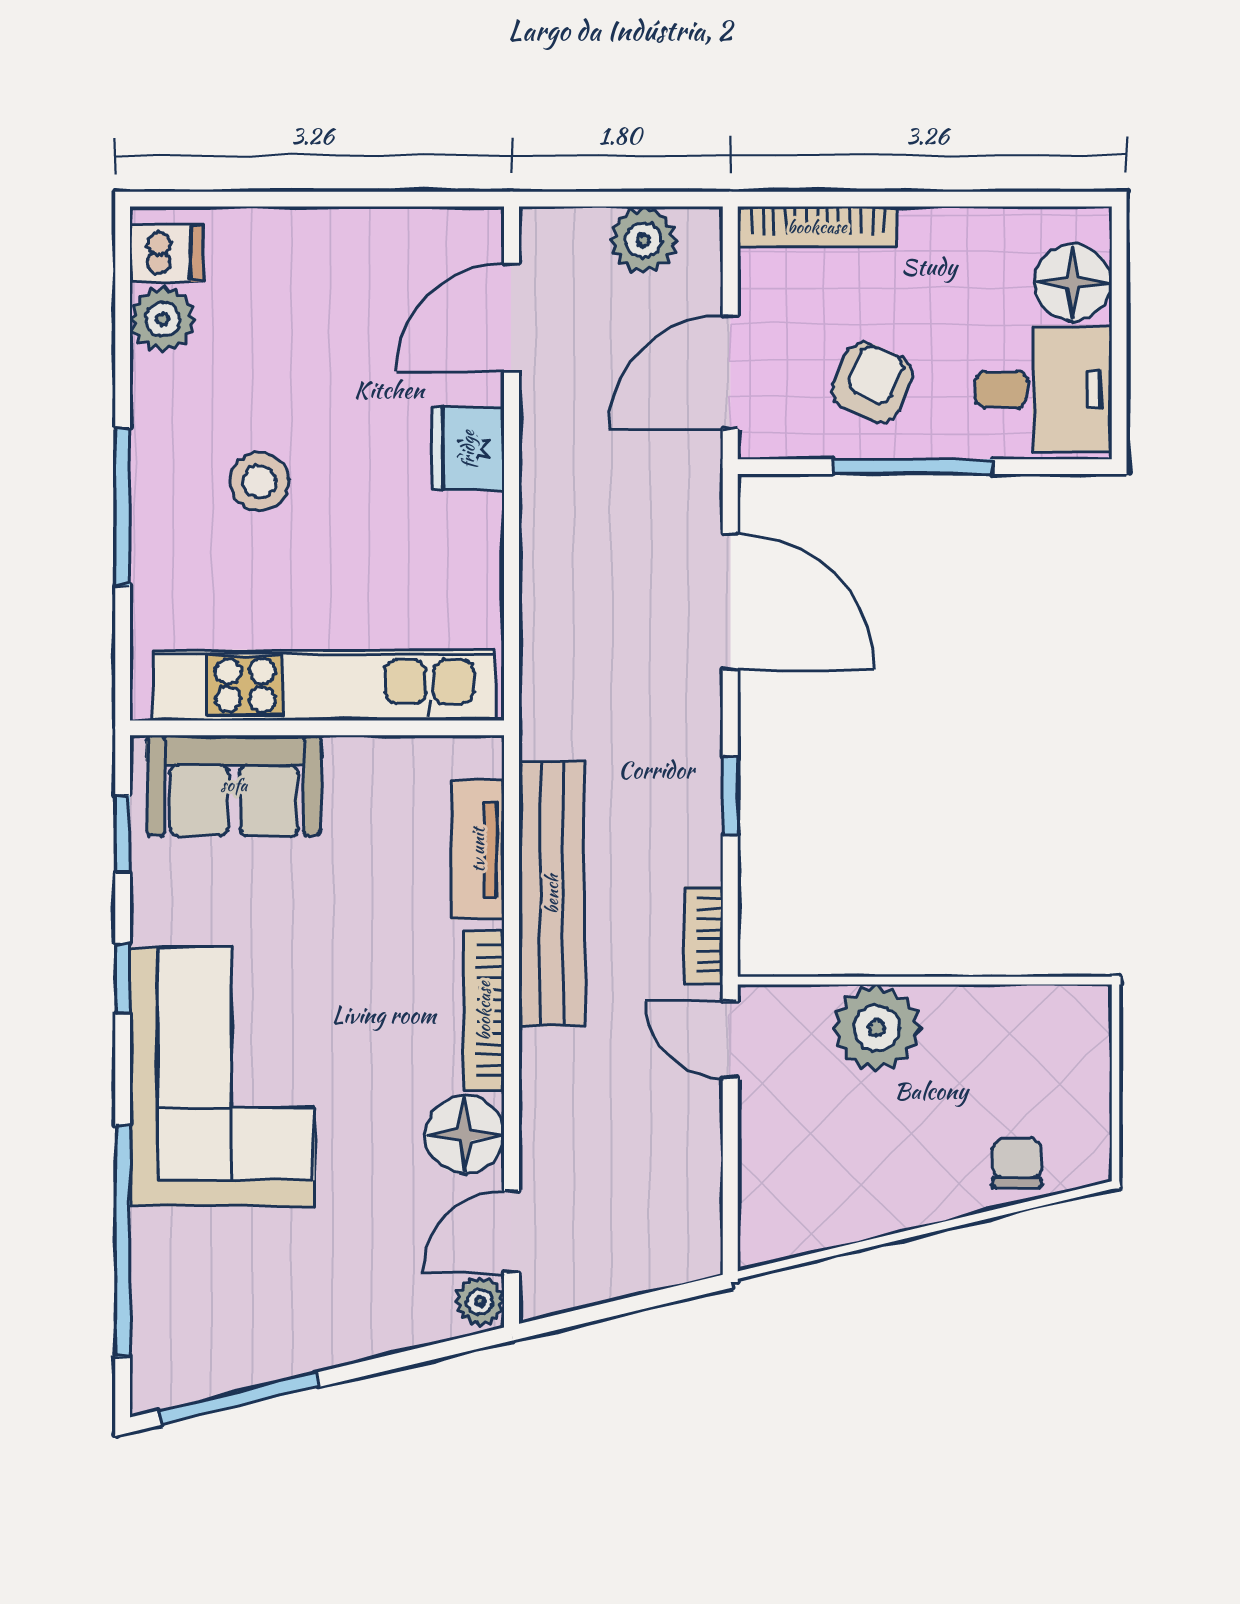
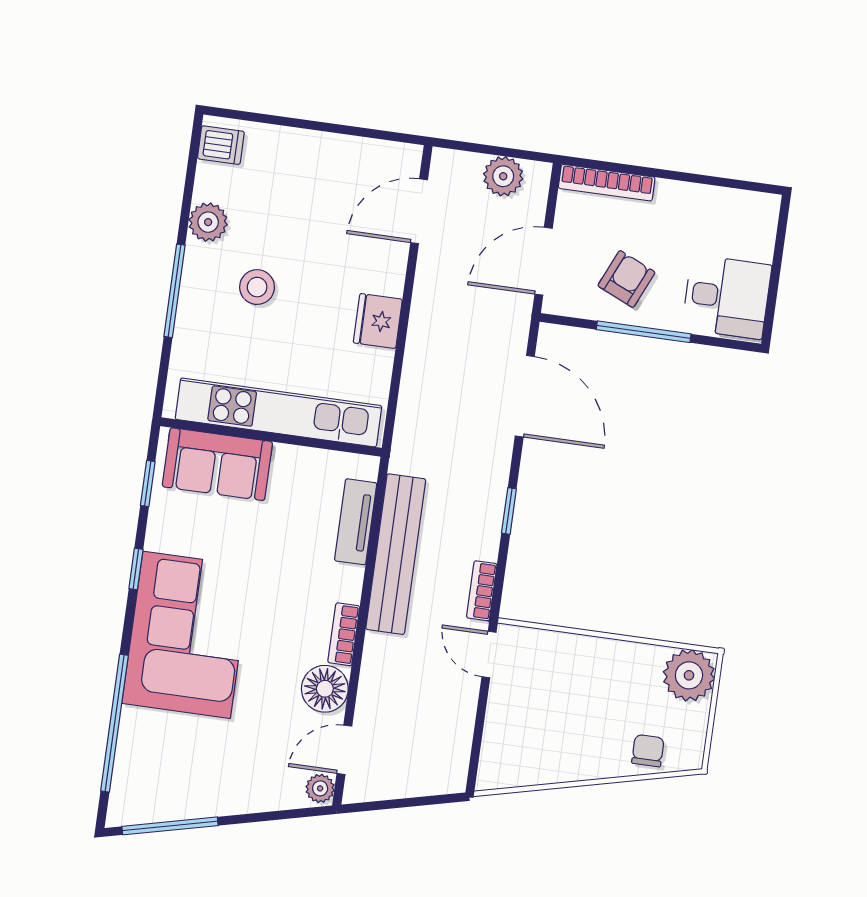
floor lamp: (1073, 282) -> (753, 236), removed
plant: (163, 319) -> (208, 222), moved
fridge: (468, 449) -> (378, 321), moved
bookcase: (484, 1011) -> (344, 634), width x0.64
plant: (877, 1028) -> (689, 675), moved

